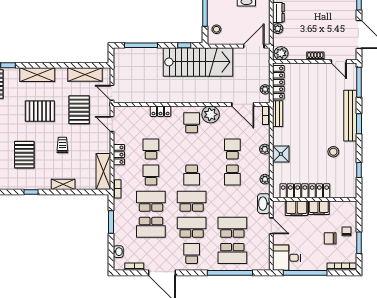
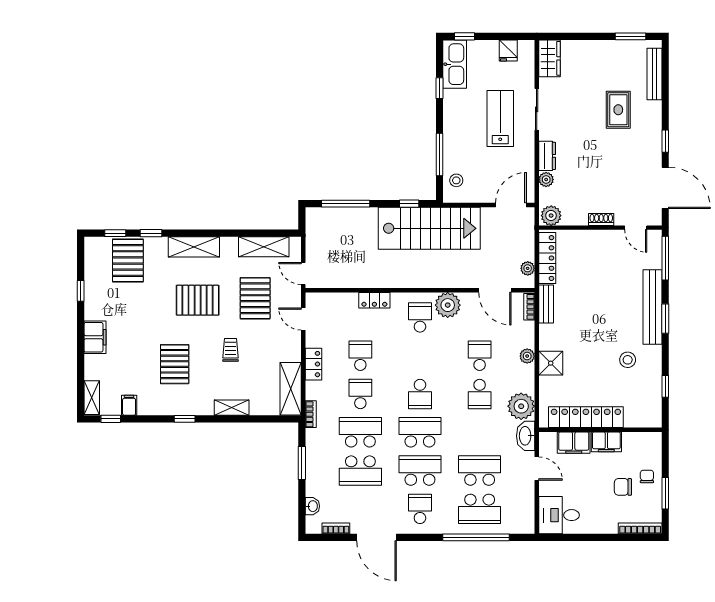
plant: (265, 179) -> (521, 406), width x1.88, depth x1.88
window: (305, 273) -> (586, 537), removed

